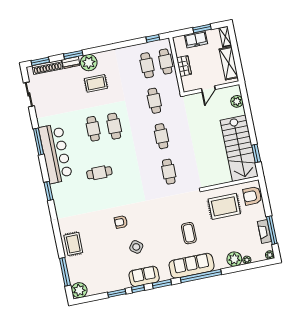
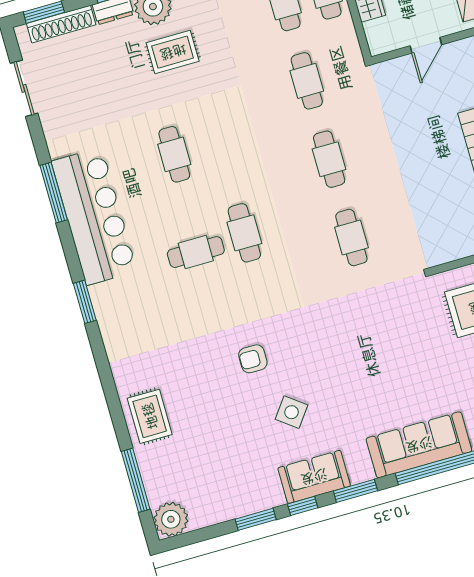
cafe table: (114, 126) -> (244, 233), moved
coffee table: (189, 233) -> (407, 372), removed

